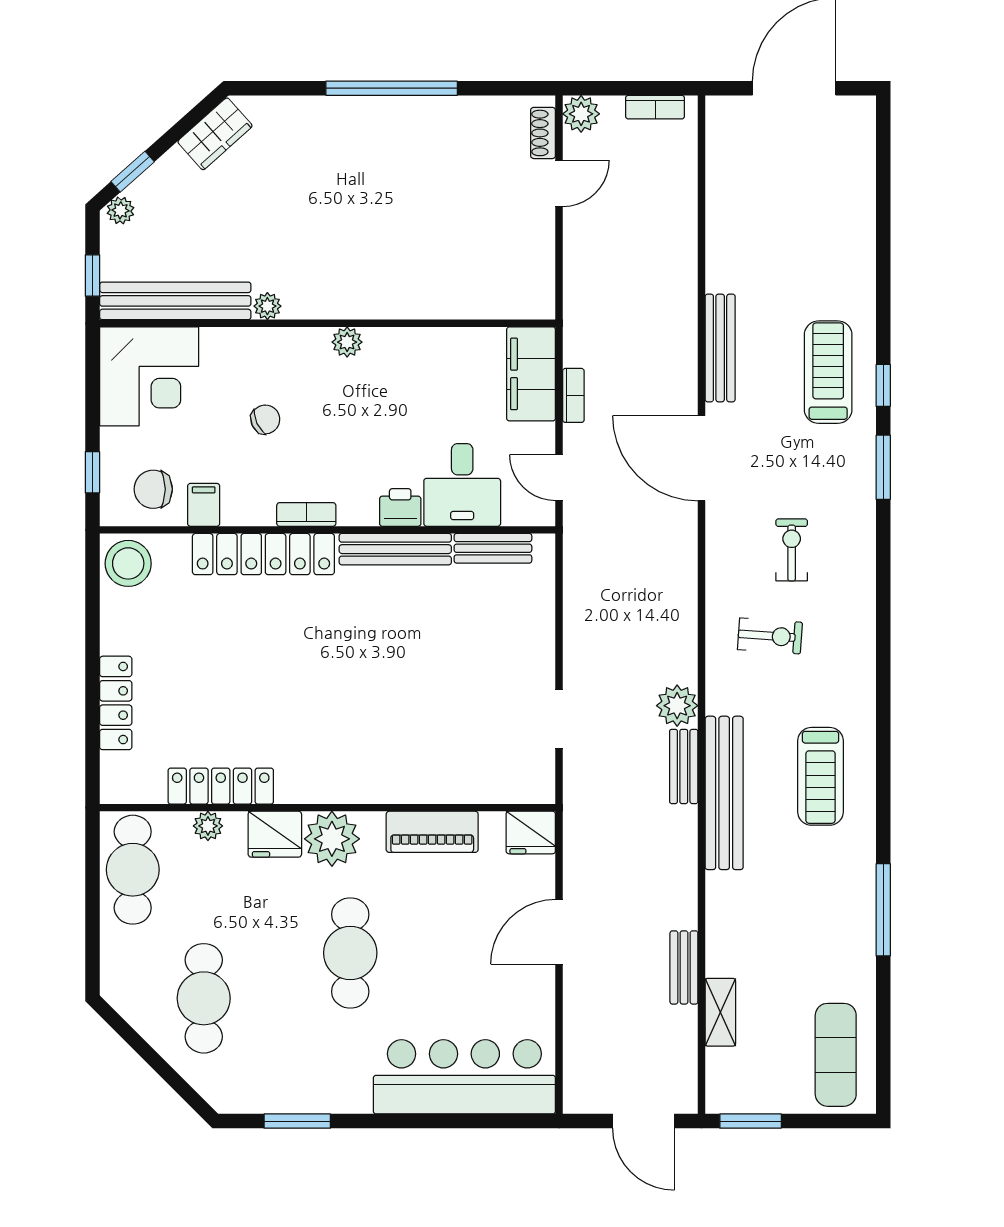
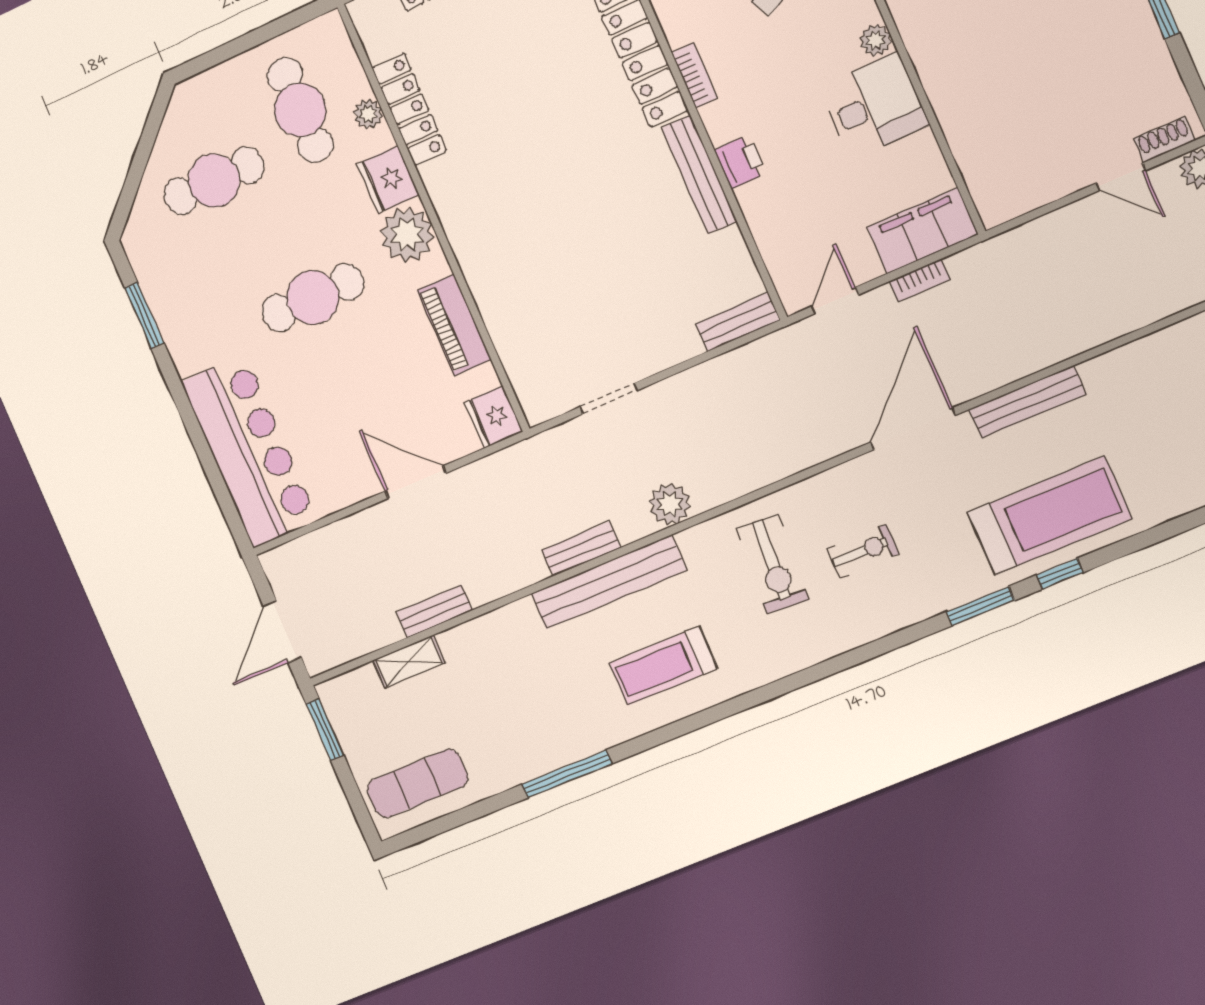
treadmill: (828, 372) -> (1049, 516), width x1.37, depth x1.38
desk: (462, 485) -> (874, 106), moved, turned 180
bench: (493, 548) -> (738, 322), moved, turned 90
exercise bike: (770, 636) -> (773, 564), width x1.38, depth x1.39
bench: (684, 766) -> (581, 549), moved
cafe table: (133, 870) -> (300, 110), moved, turned 90

